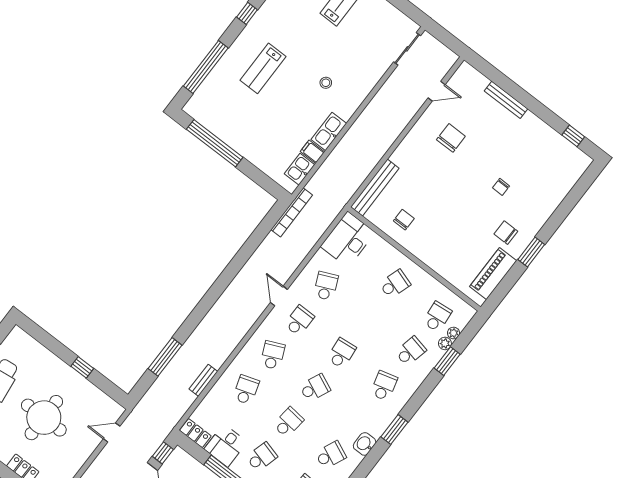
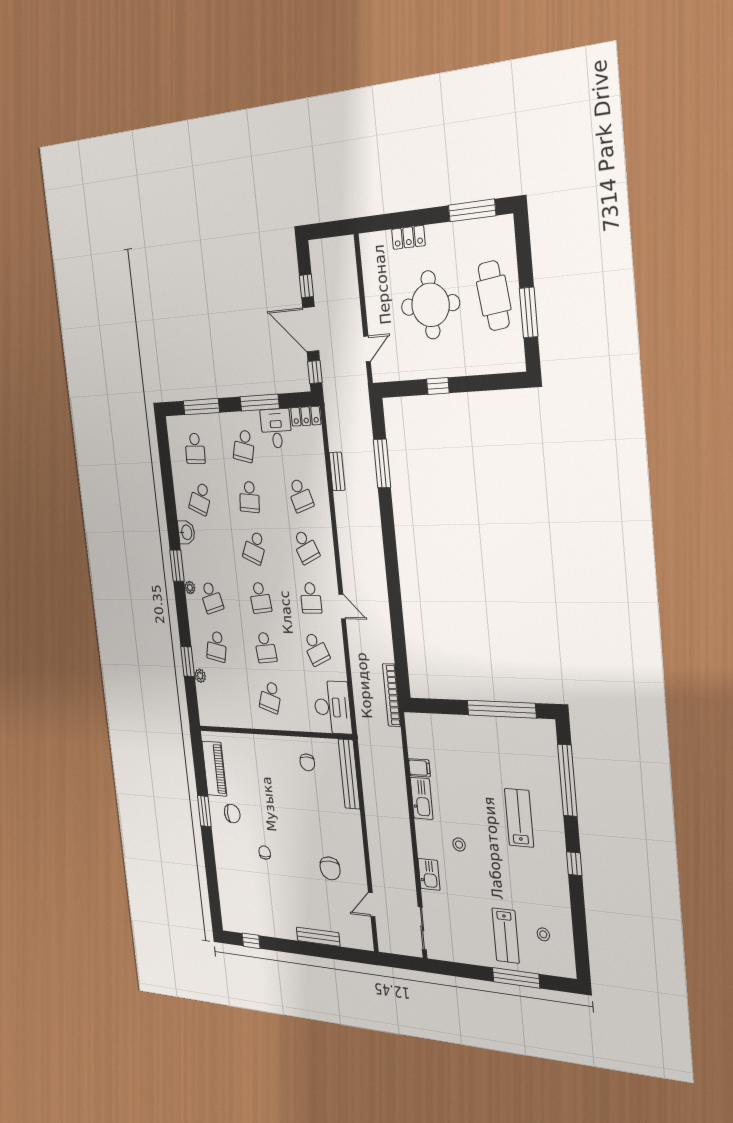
kitchen sink: (300, 169) -> (429, 874), moved
school desk: (437, 317) -> (265, 647), moved
plant: (454, 333) -> (190, 588), moved

